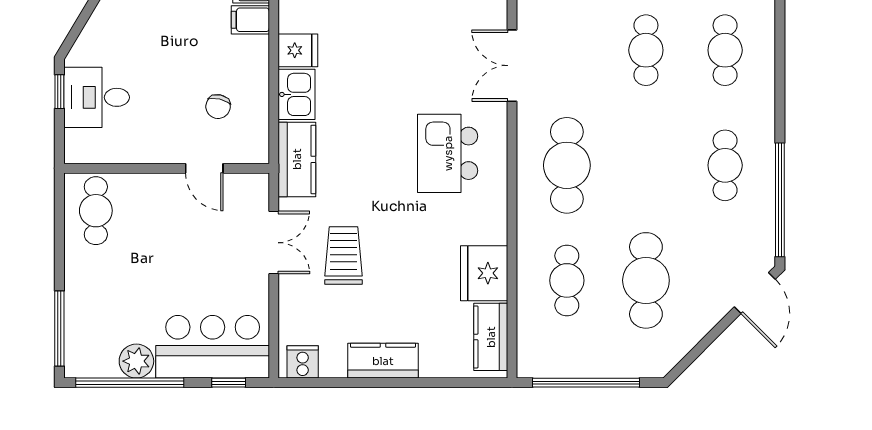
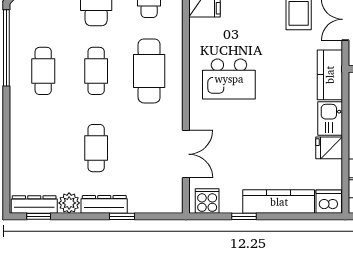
cafe table: (725, 50) -> (96, 71), moved
double door: (512, 66) -> (186, 154), moved
kitchen island: (448, 153) -> (229, 79), turned 90

